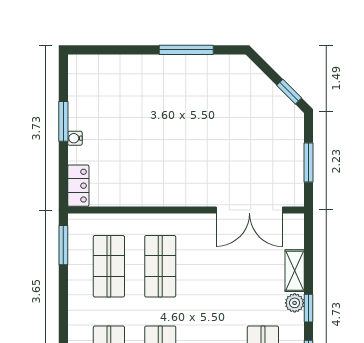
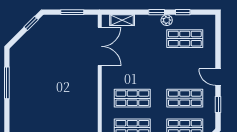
shelving: (295, 271) -> (122, 20), moved
plant: (295, 303) -> (167, 20), moved

